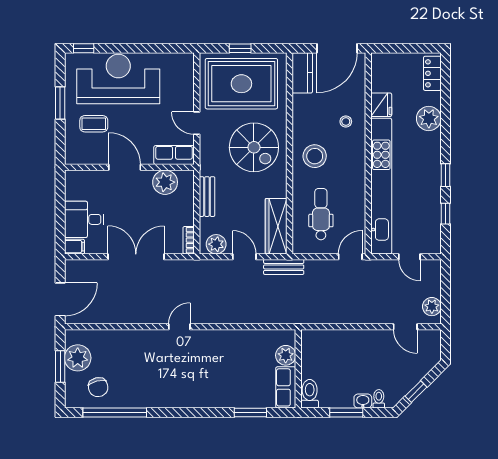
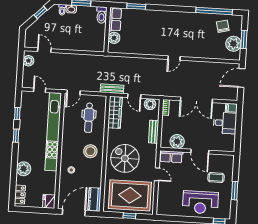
reception desk: (118, 79) -> (200, 202), width x0.74, depth x0.77
fridge: (381, 105) -> (49, 201), moved

